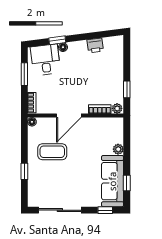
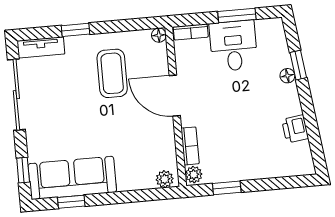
desk: (45, 60) -> (233, 46), moved, turned -83
plant: (118, 149) -> (165, 179), moved
tv unit: (33, 193) -> (41, 47), added

